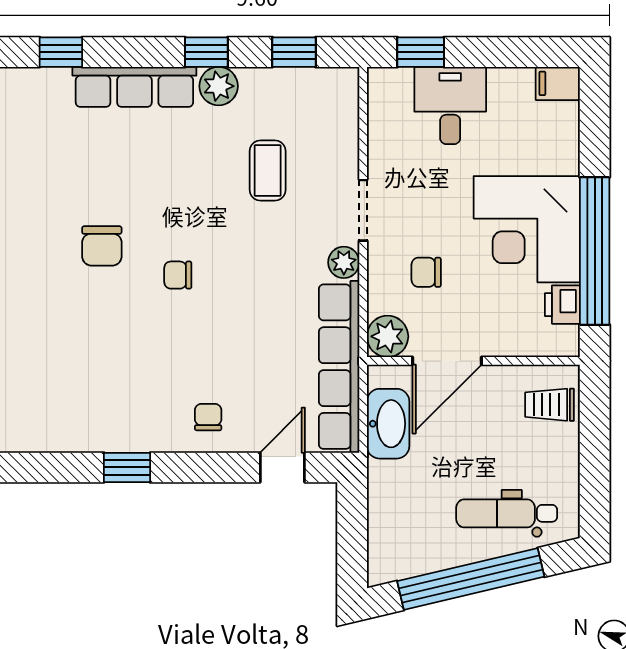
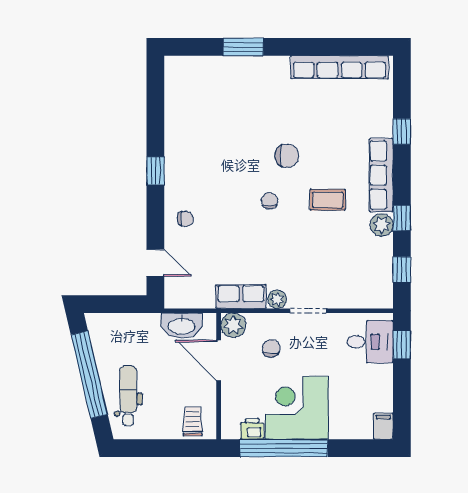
desk: (450, 105) -> (370, 342), moved
coffee table: (268, 170) -> (328, 200), moved
chair: (102, 246) -> (287, 156), turned 180
row of seats: (339, 367) -> (241, 297), width x0.50

